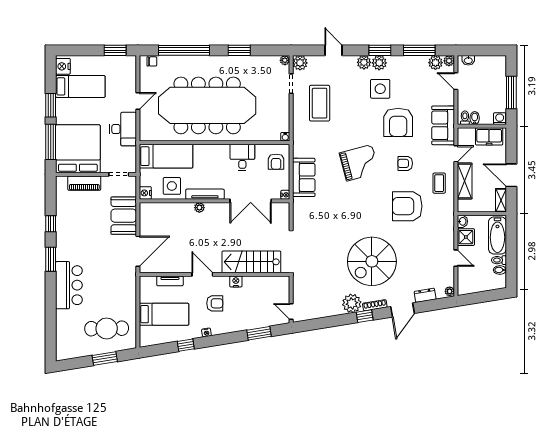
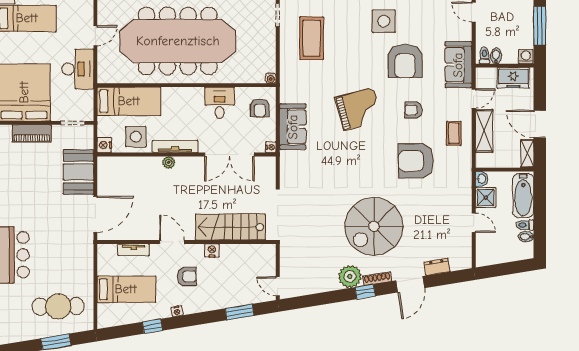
plant: (450, 291) -> (466, 262), removed

